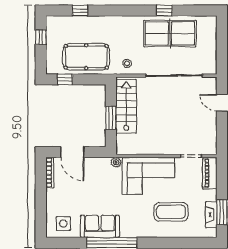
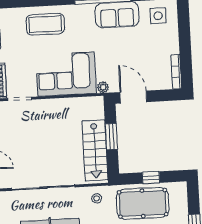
window: (65, 79) -> (151, 178), moved
door: (72, 152) -> (133, 97), moved
coffee table: (171, 212) -> (45, 24), moved

